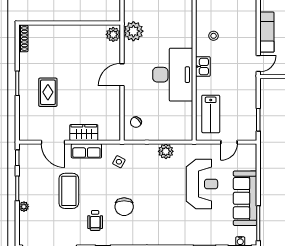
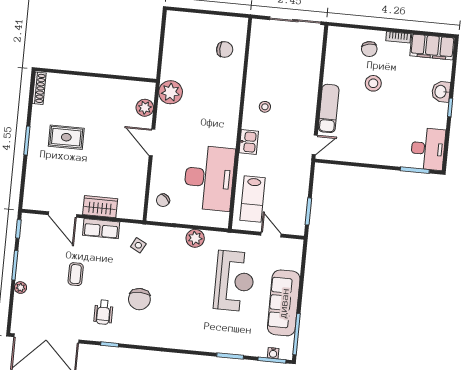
plant: (113, 34) -> (145, 108), moved
door: (122, 75) -> (152, 142), hinge flipped
desk: (173, 75) -> (209, 178), moved
rug: (48, 92) -> (66, 137), moved, turned 90
door: (229, 142) -> (271, 235), swing flipped
coffee table: (69, 191) -> (76, 274), width x0.54, depth x0.58

